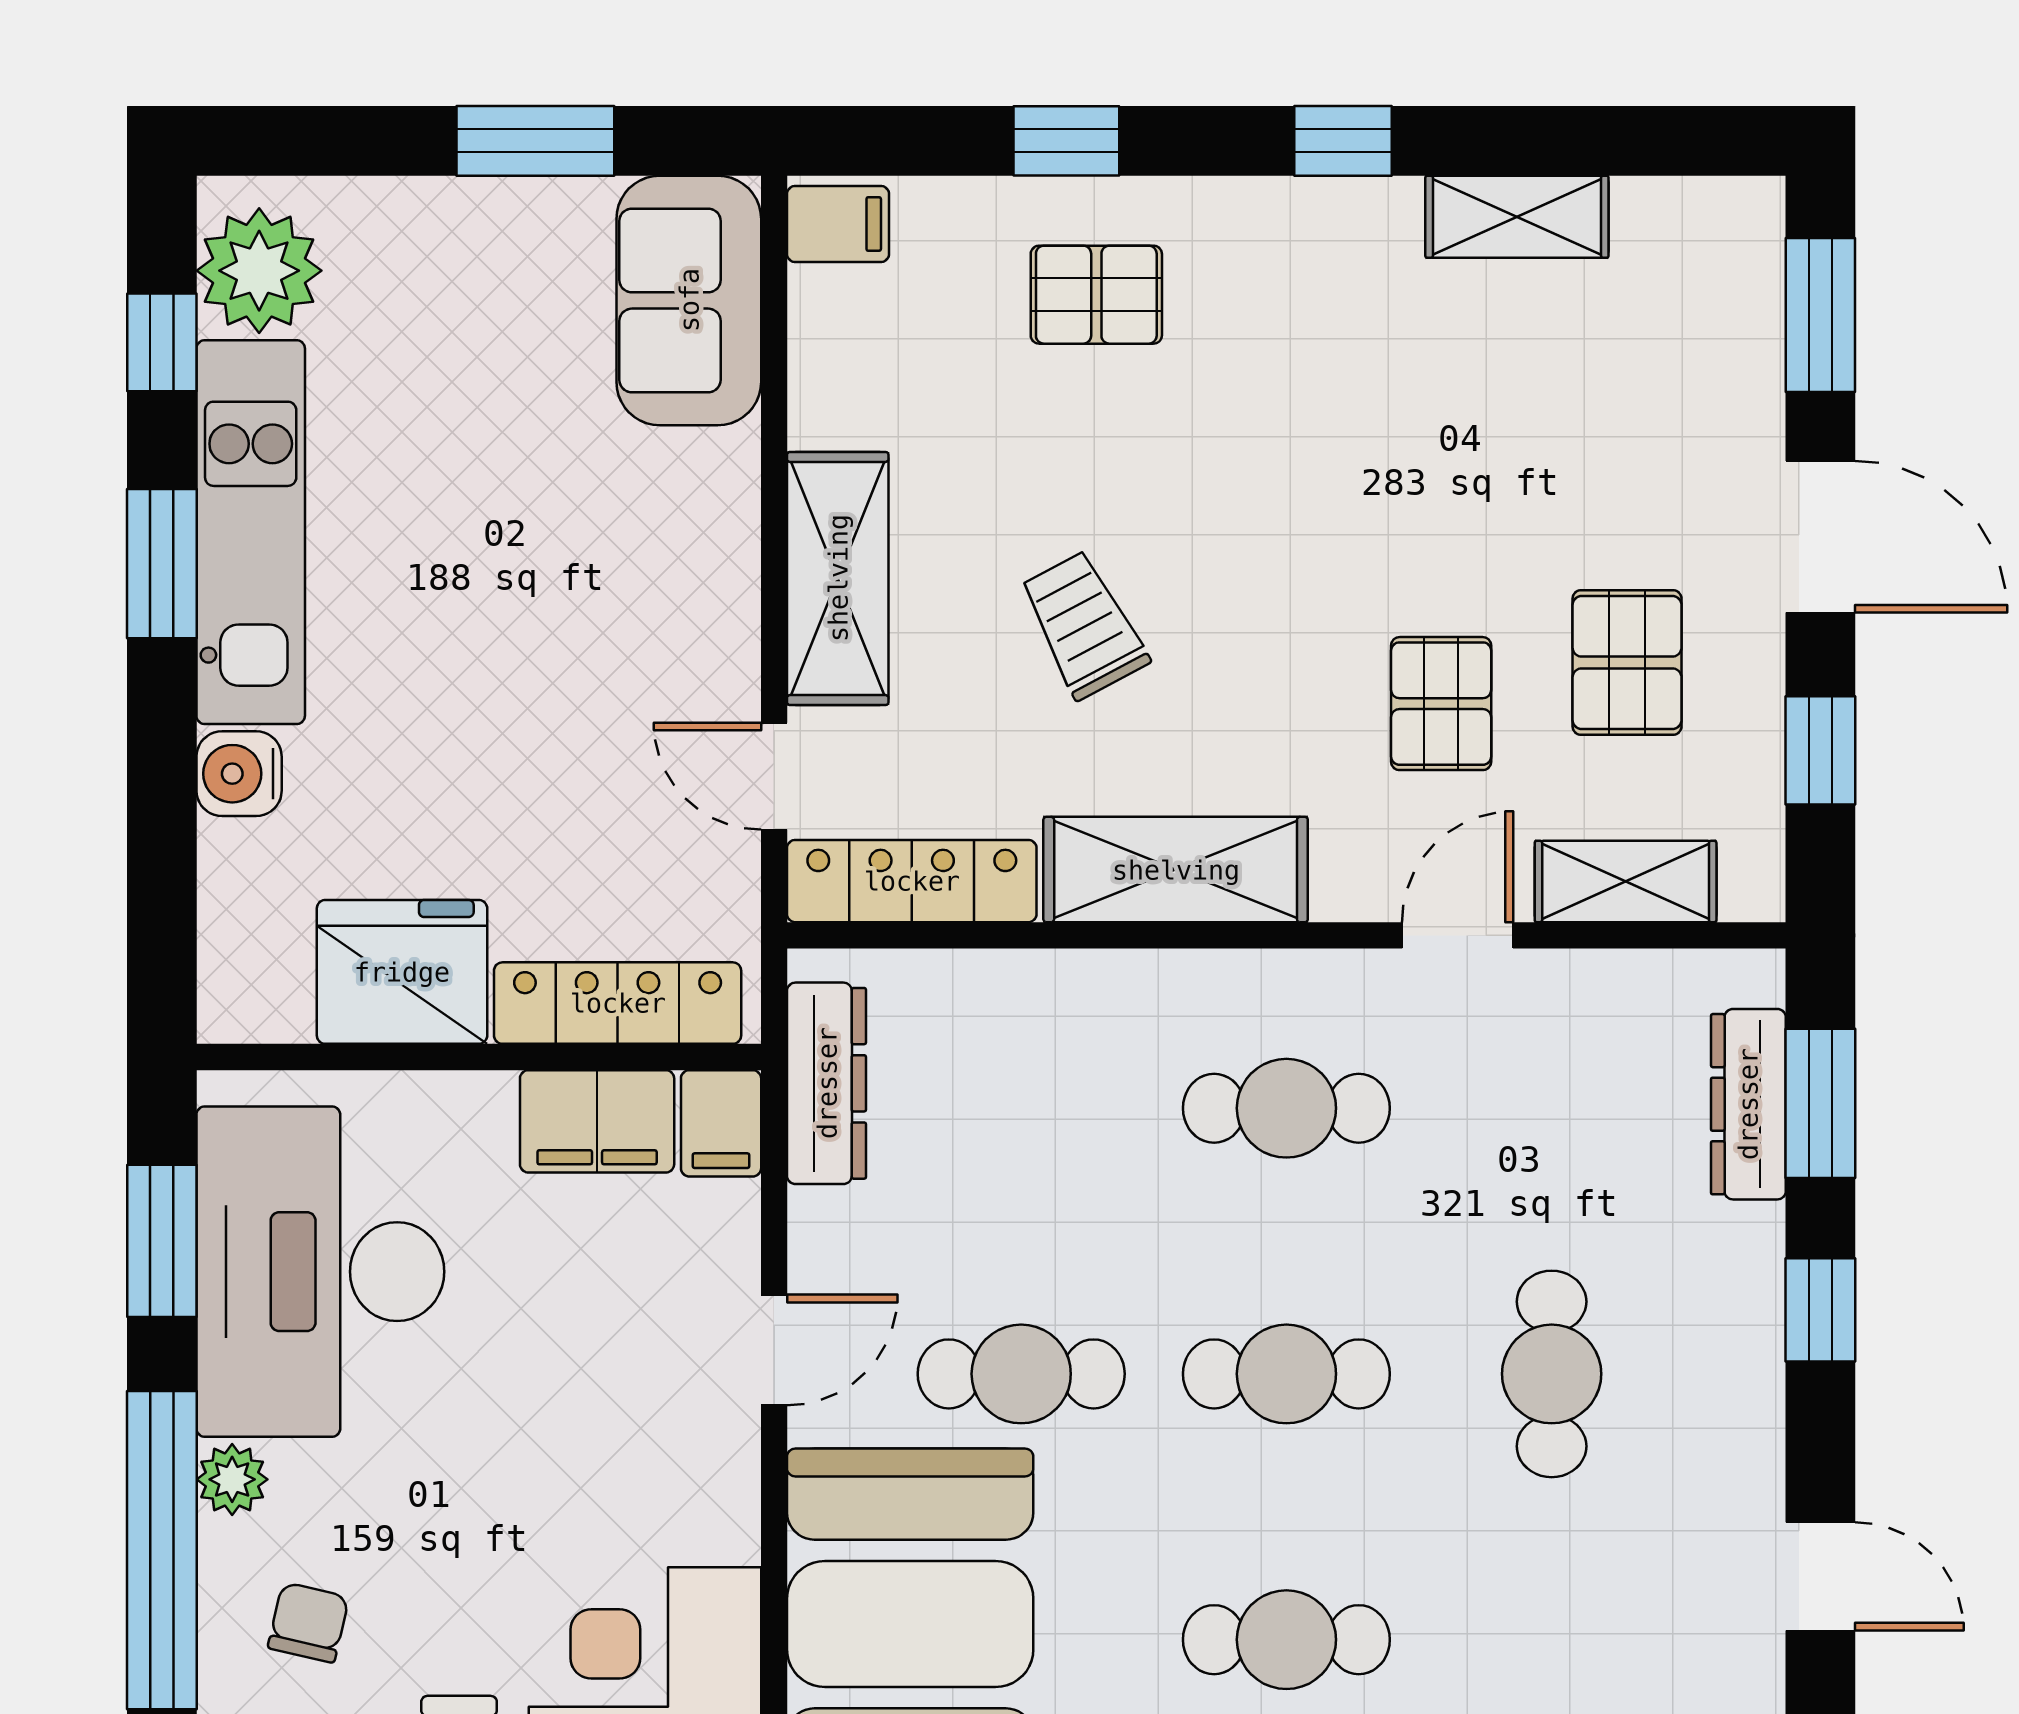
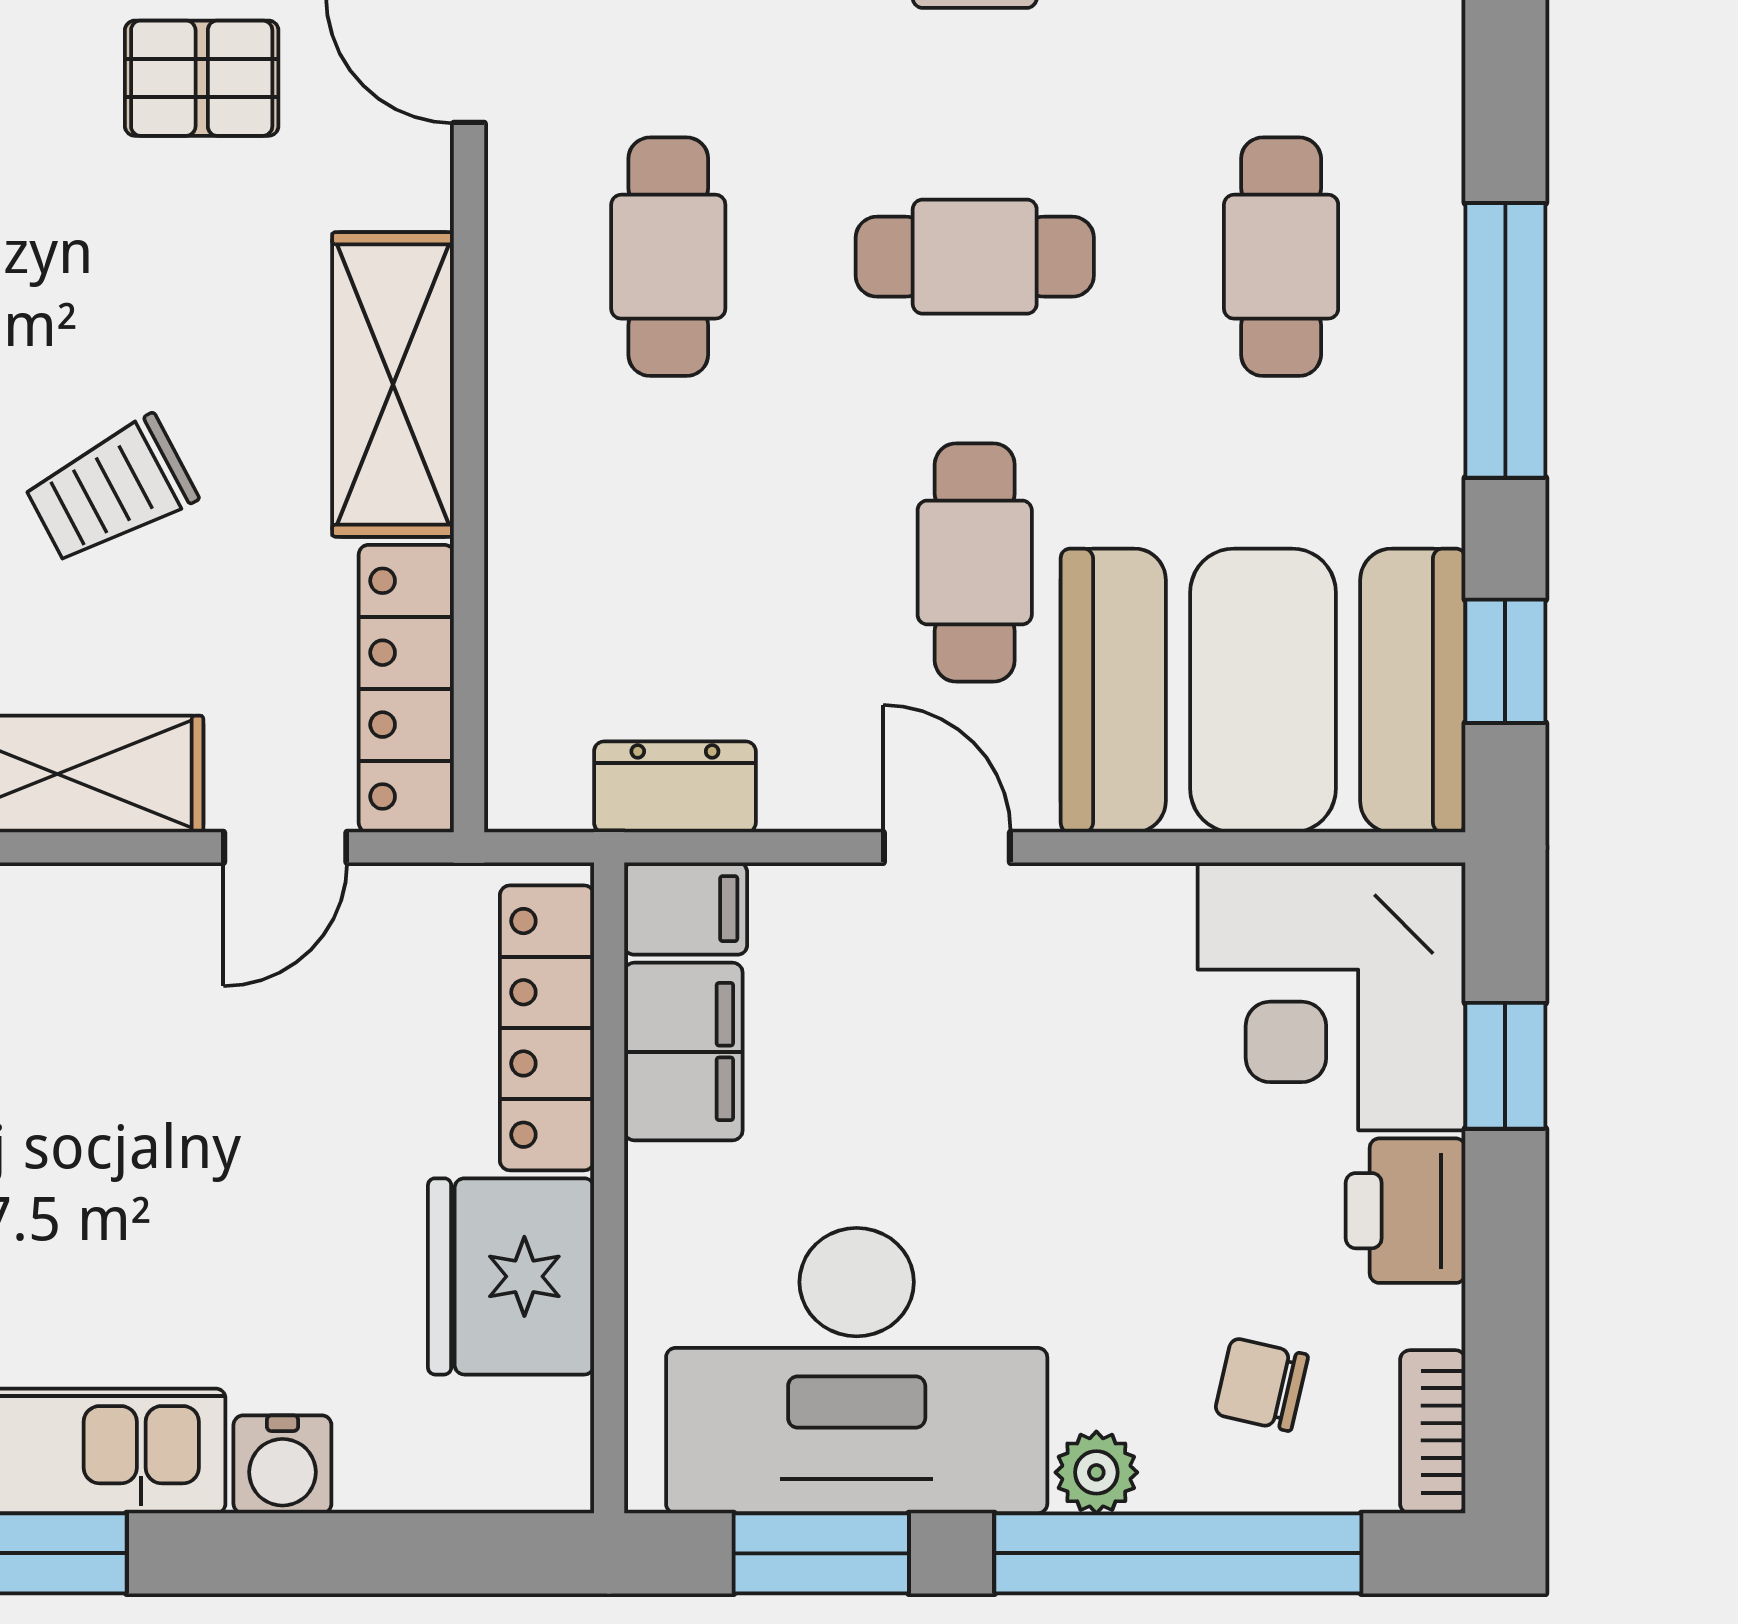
dresser: (827, 1083) -> (675, 787), width x0.70
cafe table: (1286, 1374) -> (975, 257), turned 90

